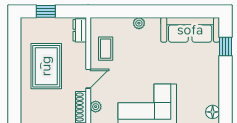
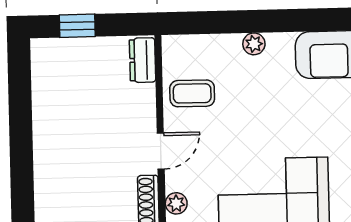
coffee table: (106, 49) -> (192, 93), turned 90
rug: (46, 66) -> (81, 129), removed

